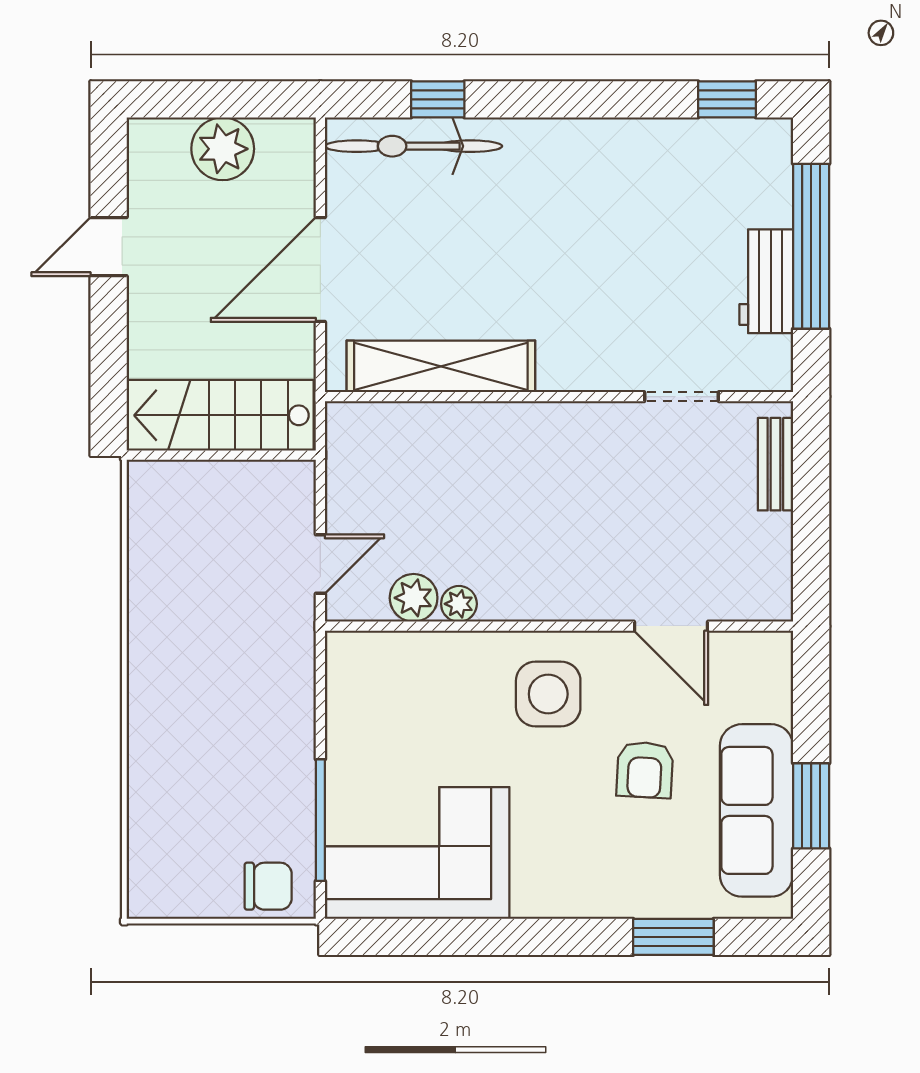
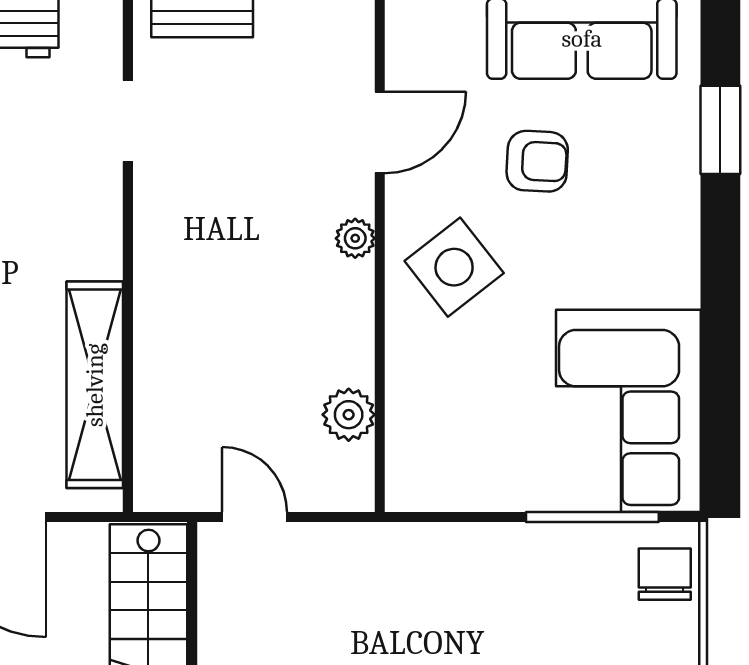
door: (320, 564) -> (255, 517), moved
plant: (459, 604) -> (355, 238), moved
side table: (548, 694) -> (454, 267), turned -38

